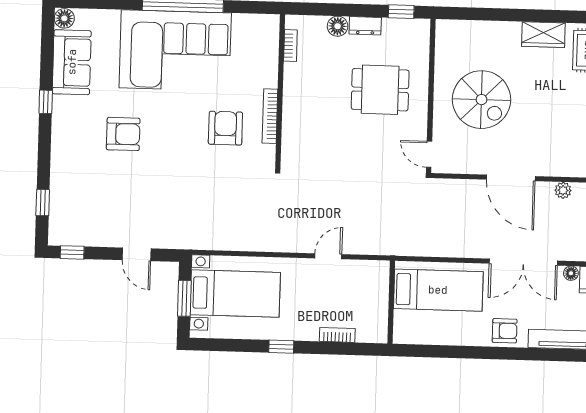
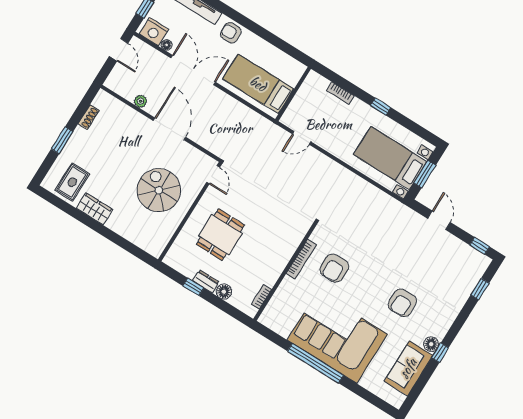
window: (401, 12) -> (193, 287), moved
floor lamp: (64, 18) -> (431, 344), moved
dining table: (380, 90) -> (220, 235), turned 90
armchair: (123, 134) -> (402, 303), turned -90
door: (328, 256) -> (302, 138), moved

